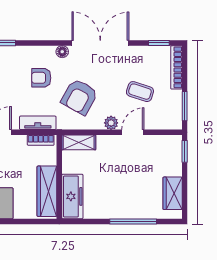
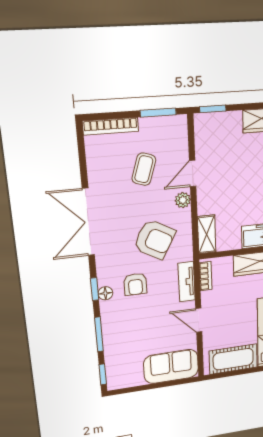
window: (159, 43) -> (95, 289), moved
floor lamp: (62, 52) -> (105, 293), moved
door: (133, 132) -> (193, 174), hinge flipped

